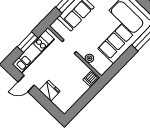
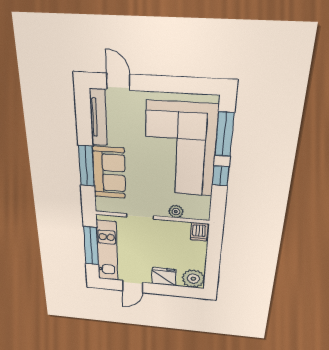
window: (27, 42) -> (91, 246), width x1.44
window: (126, 57) -> (221, 176), added
plant: (64, 104) -> (193, 279), added

